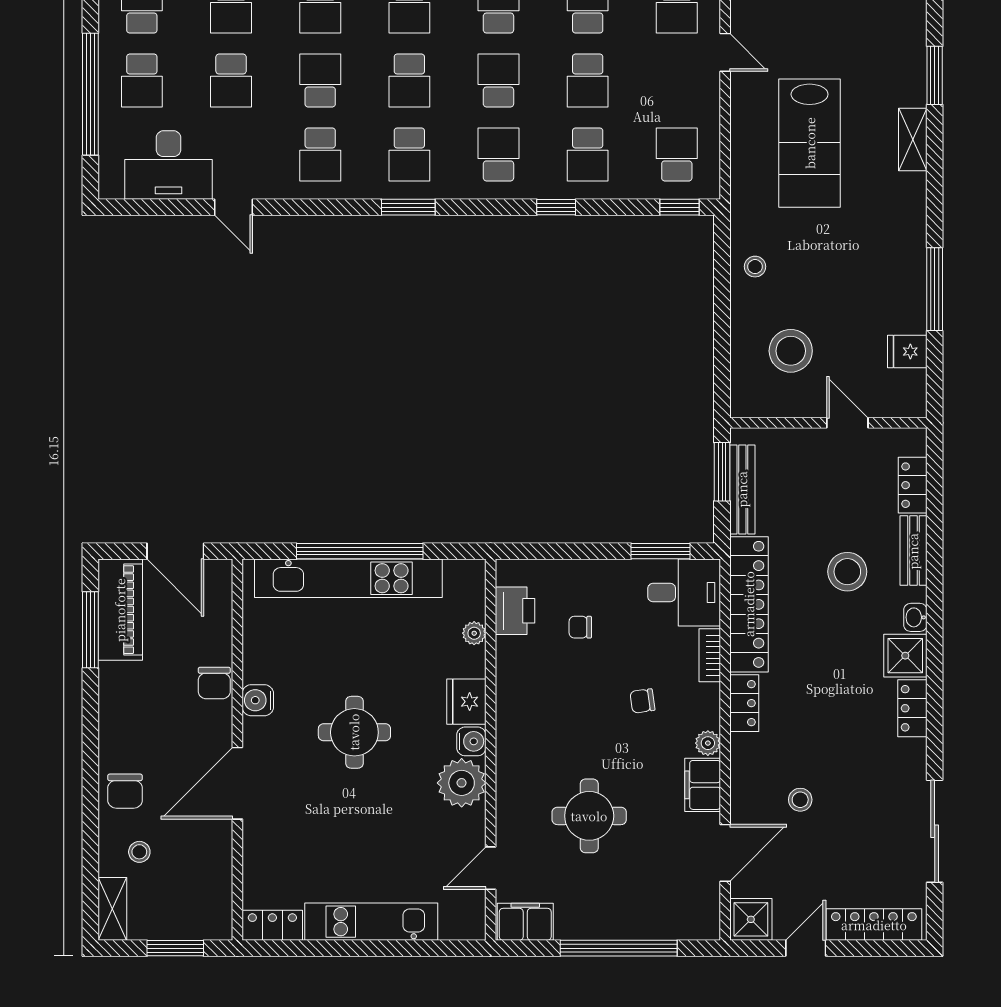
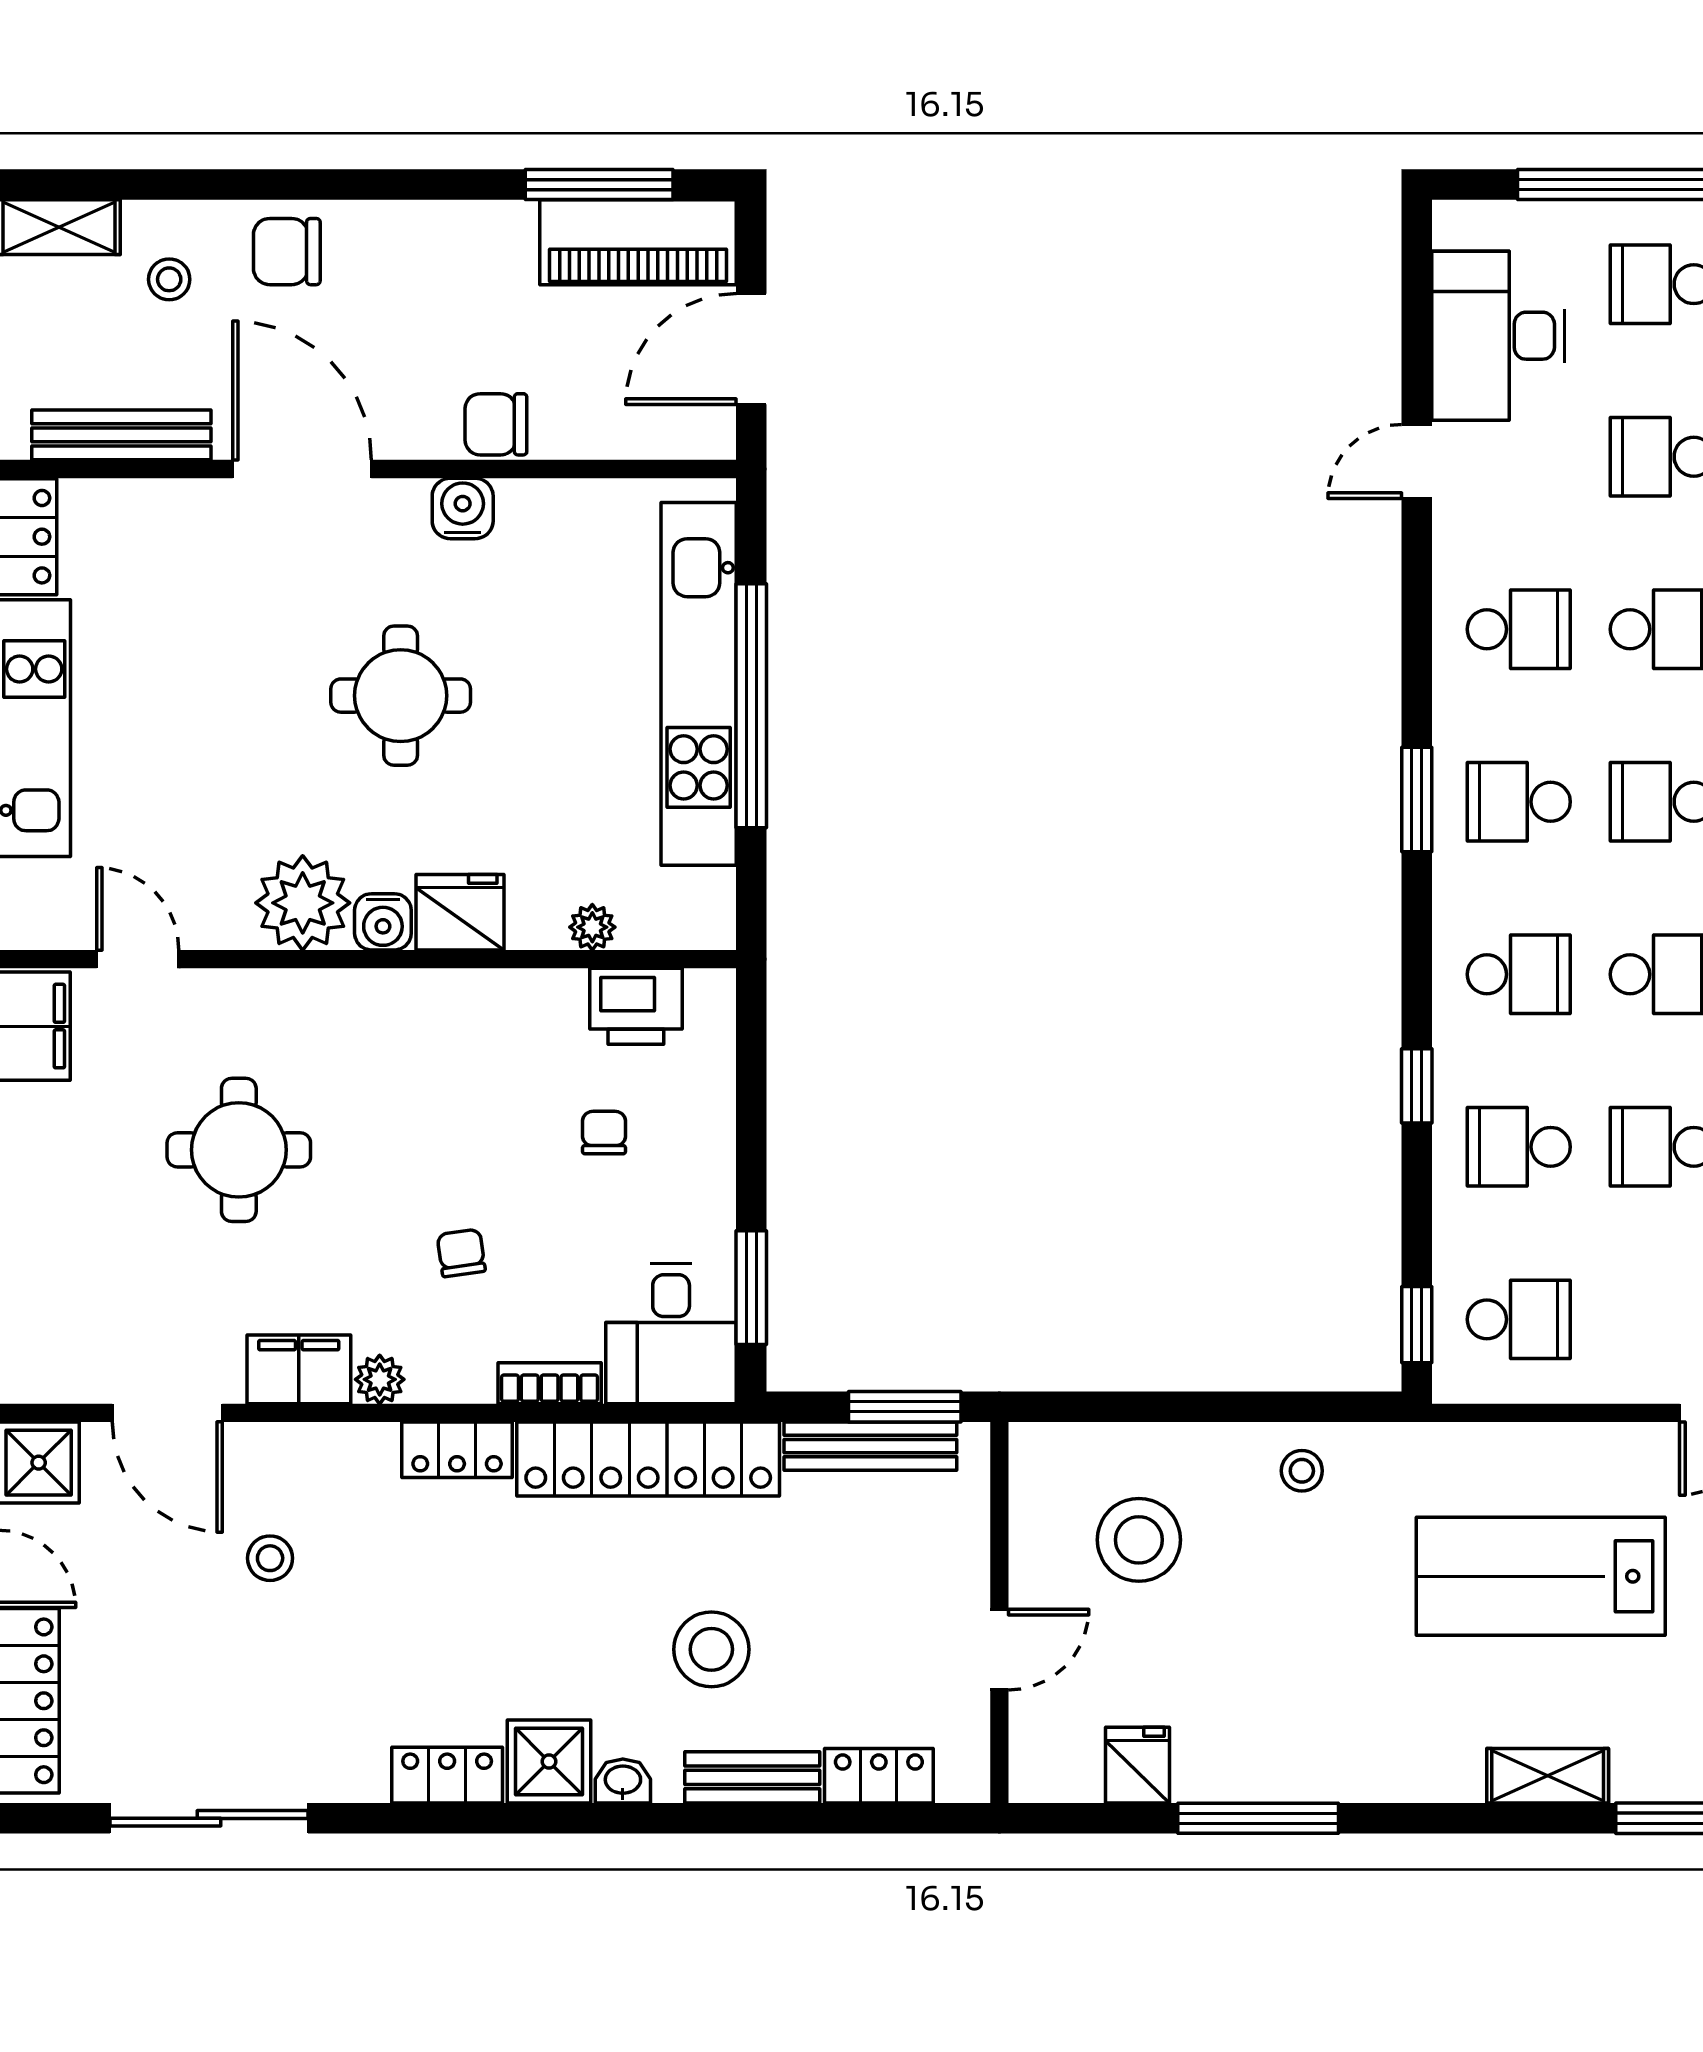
school desk: (320, 154) -> (1519, 629), turned 180
bench: (220, 877) -> (121, 435), added

